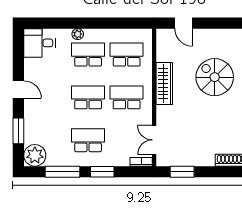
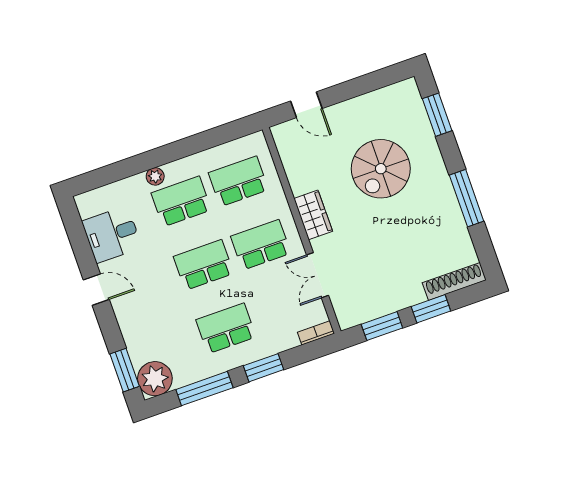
desk: (39, 43) -> (112, 234), moved
spiral stairs: (215, 77) -> (381, 169), turned -90
wardrobe: (164, 84) -> (313, 215), width x0.67
window: (18, 131) -> (125, 370), moved
double door: (154, 140) -> (317, 275), moved
window: (215, 172) -> (431, 309), added

